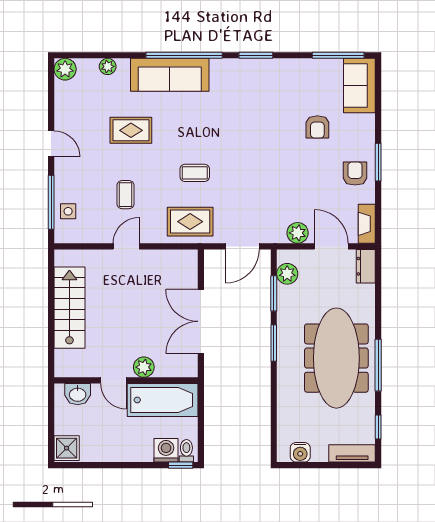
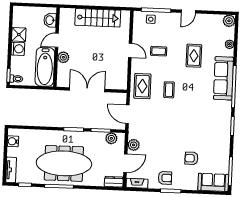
shower: (67, 448) -> (19, 35), moved
washing machine: (166, 450) -> (18, 49), moved

